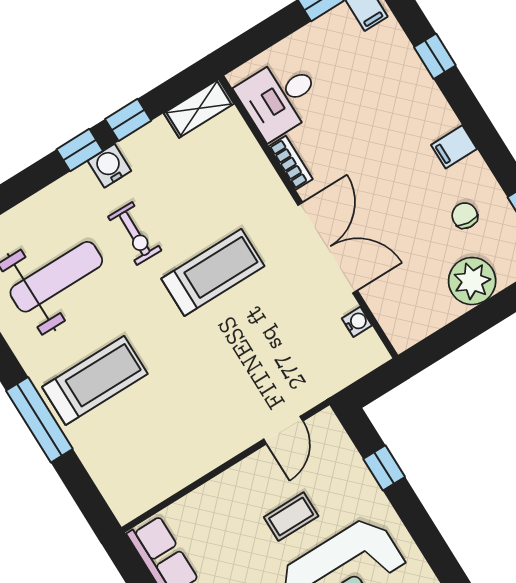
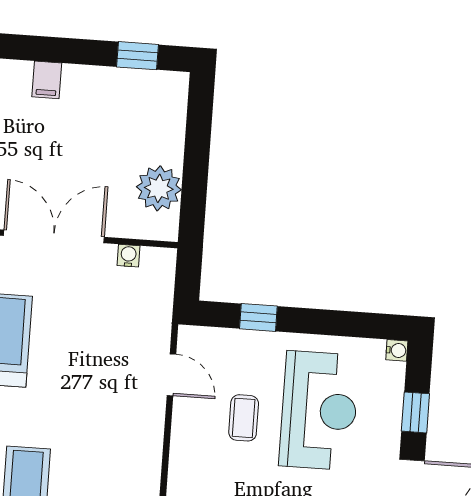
chair: (465, 216) -> (107, 111), removed
plant: (472, 281) -> (159, 188), moved

